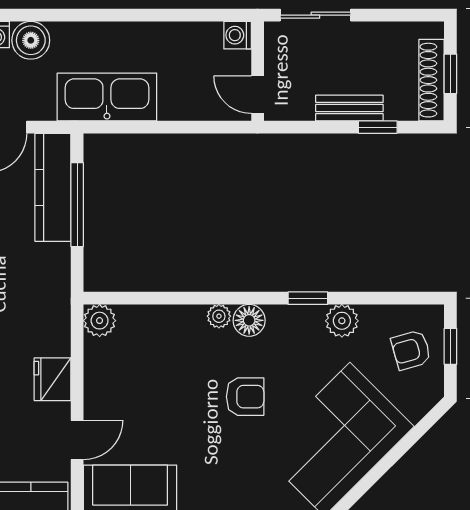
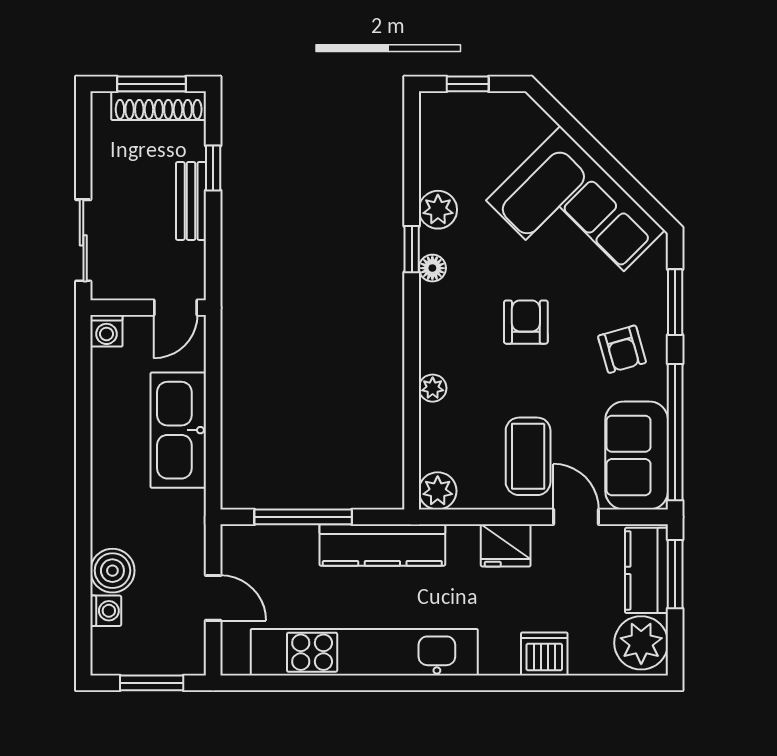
window: (450, 74) -> (151, 84), width x1.50
kitchen sink: (107, 97) -> (178, 430), moved
kitchen counter: (53, 187) -> (382, 545), moved
plant: (219, 316) -> (433, 388), moved
floor lamp: (249, 320) -> (432, 268), moved, width x0.73, depth x0.73
armchair: (411, 350) -> (622, 349), moved
coffee table: (129, 399) -> (528, 456), added

